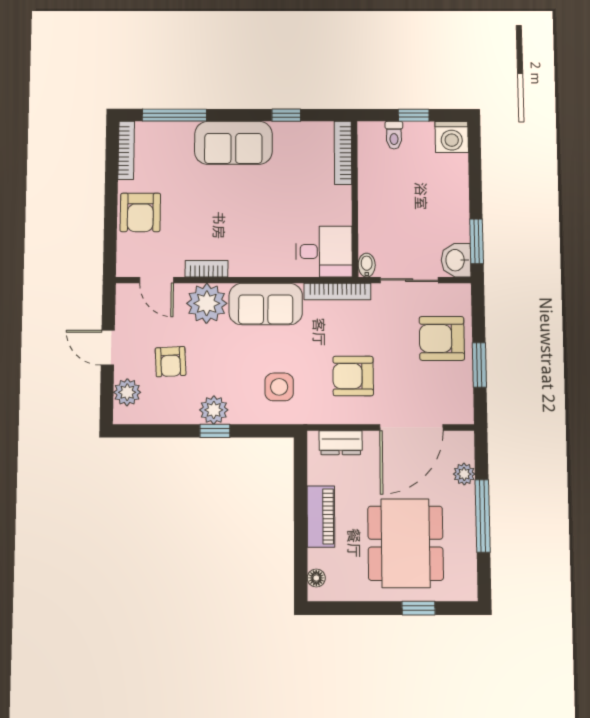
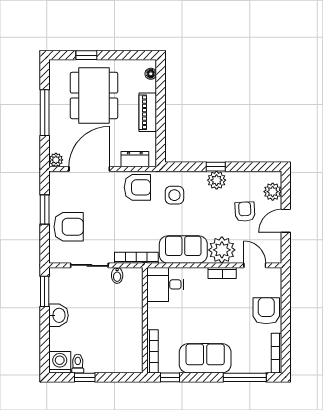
toilet: (394, 135) -> (78, 364), moved
bookcase: (343, 153) -> (153, 351), moved
wall: (355, 198) -> (145, 320), moved
desk: (324, 252) -> (165, 284), moved
washbasin: (456, 260) -> (58, 315), moved
door: (108, 348) -> (286, 221), swing flipped
armchair: (353, 376) -> (137, 187), moved
plant: (464, 474) -> (56, 160), moved

